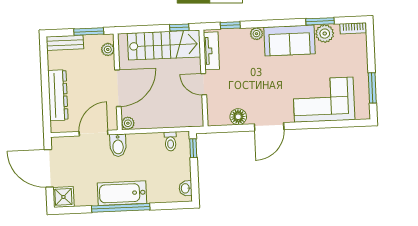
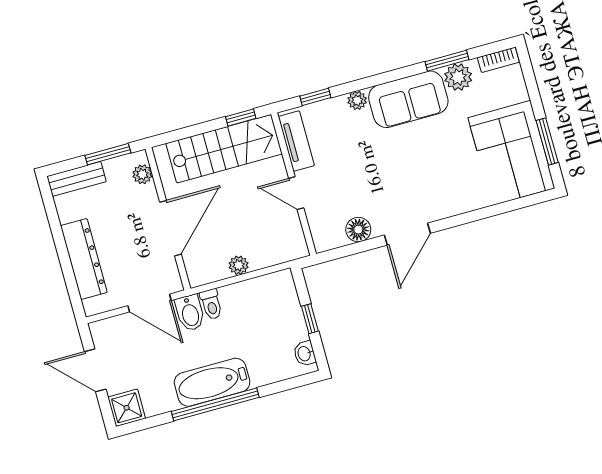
corner sofa: (324, 100) -> (511, 153), moved, turned -90
plant: (128, 123) -> (239, 265), moved
door: (94, 133) -> (150, 303), swing flipped
toilet: (170, 141) -> (211, 304), moved
window: (193, 148) -> (310, 319), moved
door: (49, 168) -> (95, 370), width x0.73

